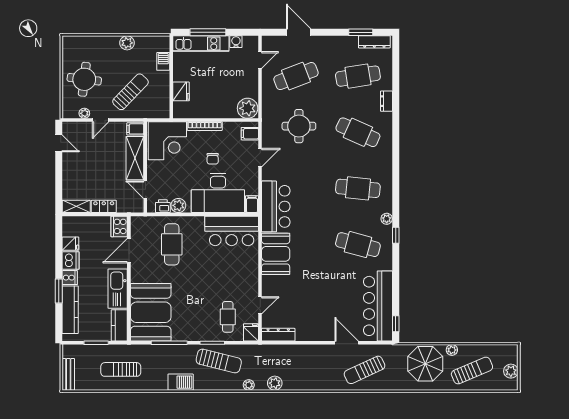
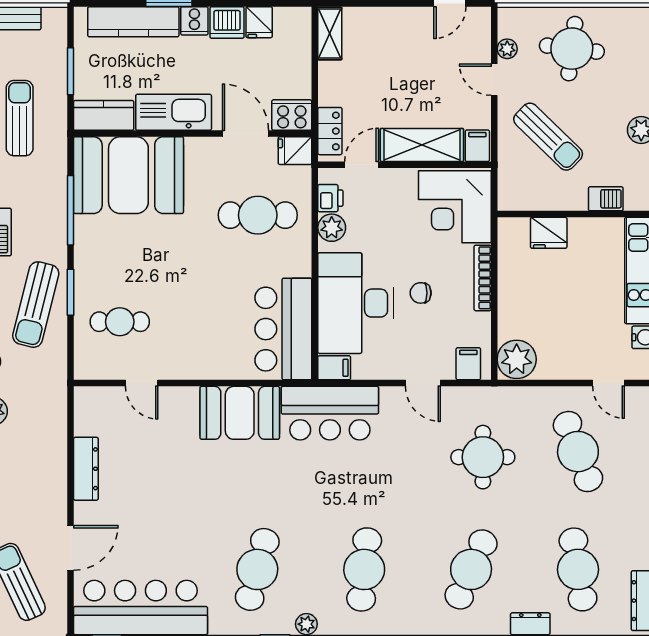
locker: (104, 206) -> (330, 131), moved
fridge: (251, 332) -> (295, 151), moved, turned 180
dresser: (278, 335) -> (86, 469), moved

